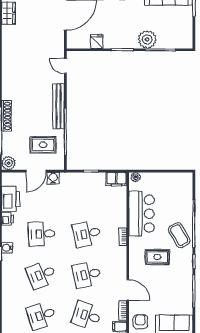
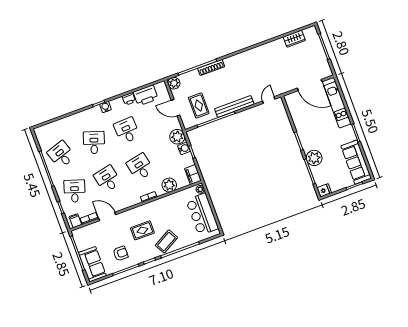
fridge: (97, 41) -> (324, 190), moved
water cooler: (53, 178) -> (184, 148), moved
plant: (69, 181) -> (177, 137), added
plant: (118, 209) -> (169, 185), added
bar counter: (142, 214) -> (202, 214), moved, turned 90
rug: (157, 257) -> (142, 230), turned 90
desk: (41, 275) -> (94, 143), turned 39
door: (128, 290) -> (107, 216), swing flipped
armchair: (140, 322) -> (121, 253), moved

